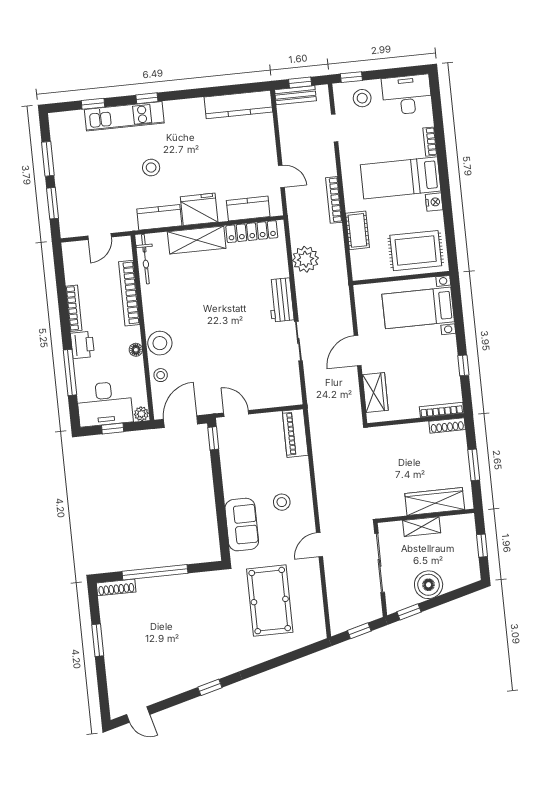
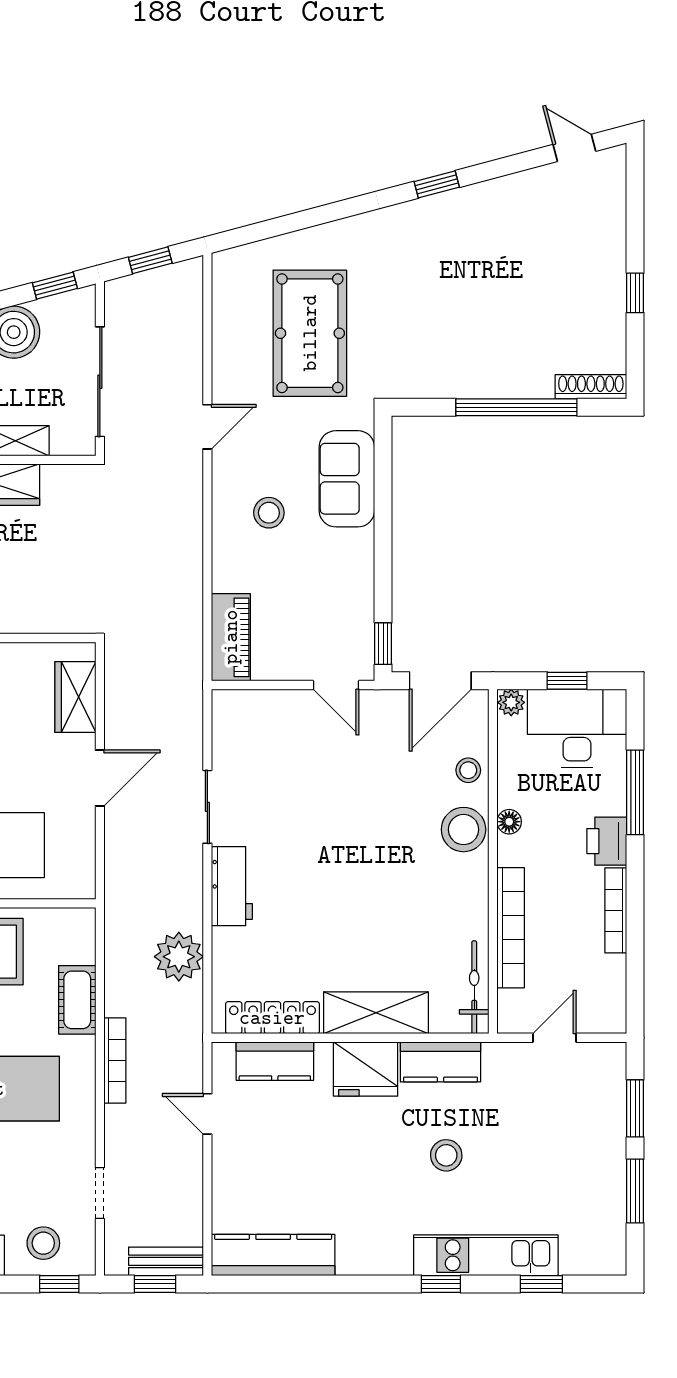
window: (98, 640) -> (635, 293), width x0.67

